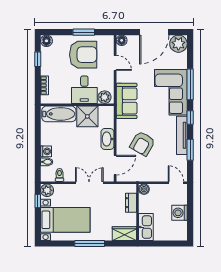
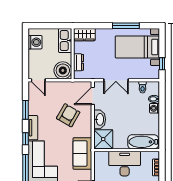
desk: (84, 90) -> (125, 164), width x1.37
plant: (105, 97) -> (102, 157), removed
shower: (87, 116) -> (103, 139), moved
tv unit: (182, 135) -> (33, 128), width x0.71
boiler: (144, 189) -> (63, 70), width x1.86, depth x1.86
plant: (47, 190) -> (154, 73), removed
washing machine: (180, 213) -> (35, 42), moved
window: (90, 244) -> (126, 26), moved

